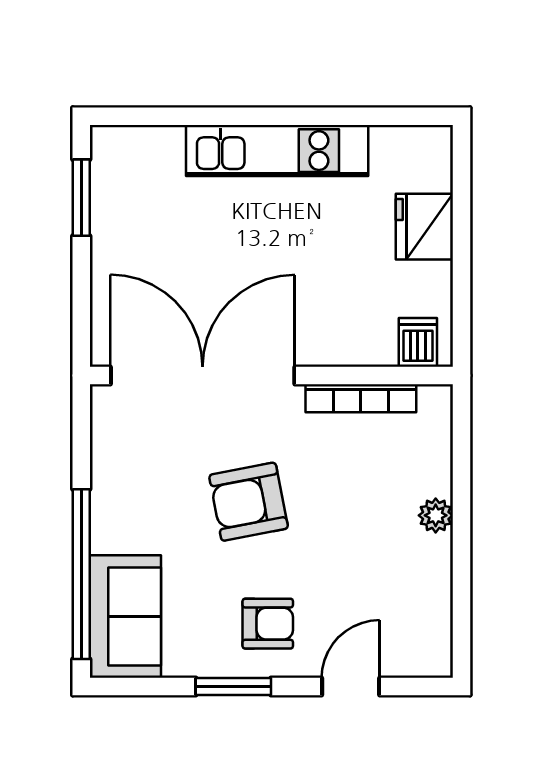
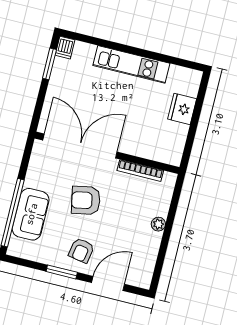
dishwasher: (418, 342) -> (65, 48), moved, turned 180
sofa: (125, 617) -> (31, 214), moved
armchair: (268, 624) -> (81, 250), turned 100
door: (351, 687) -> (108, 283), width x1.38

